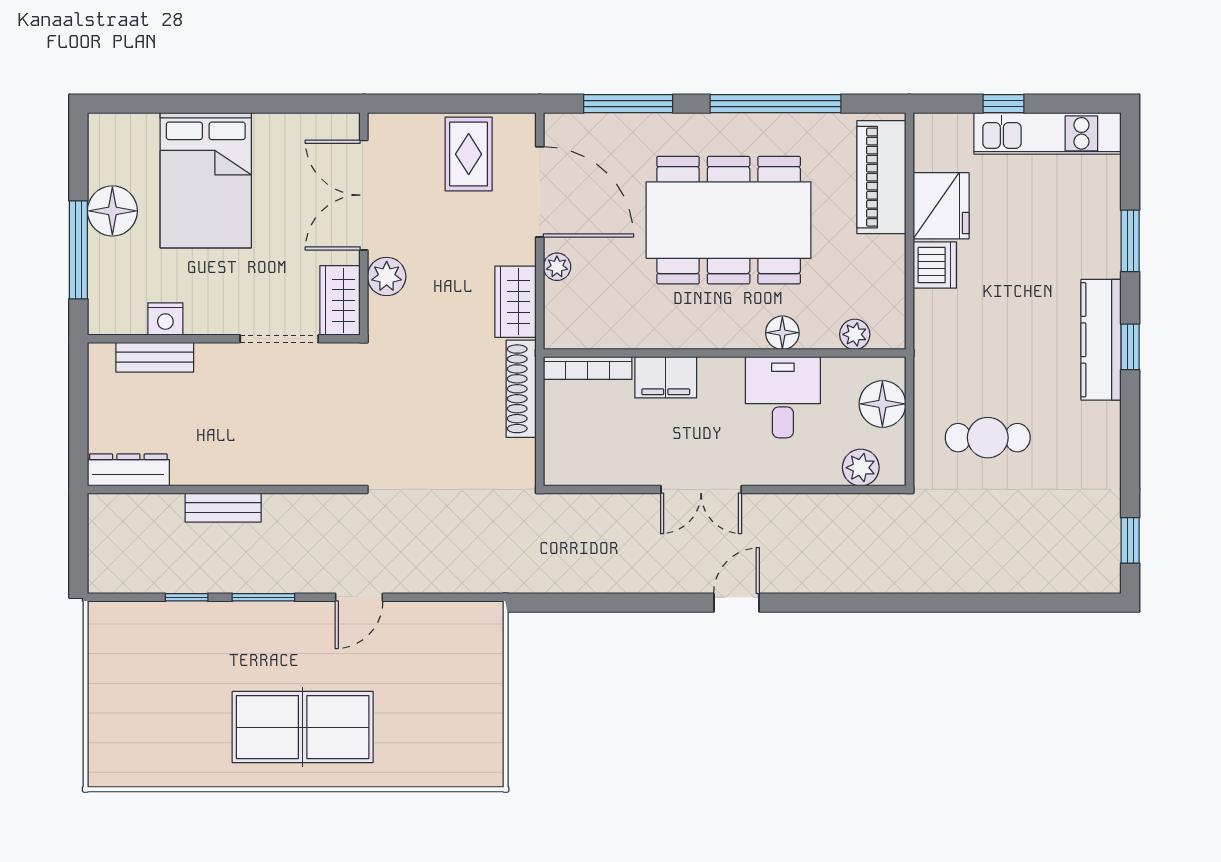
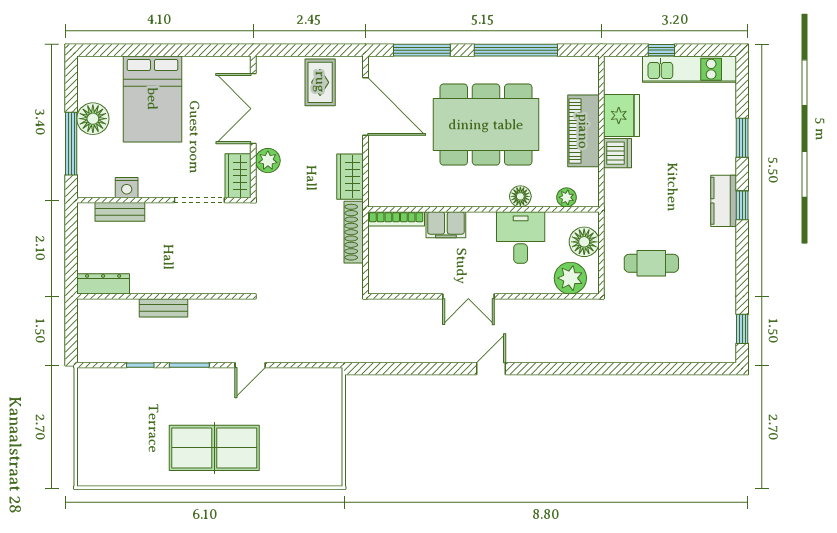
piano: (881, 177) -> (583, 131), moved
plant: (557, 267) -> (377, 154), removed
kitchen counter: (1101, 340) -> (724, 201), width x0.67
plant: (861, 468) -> (570, 278), width x1.36, depth x1.36

